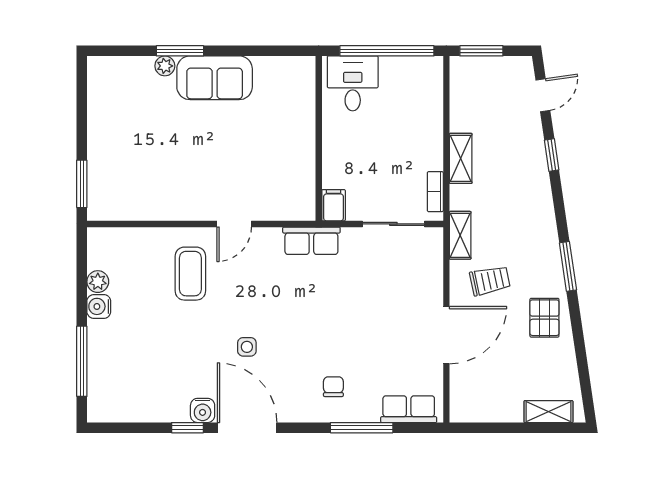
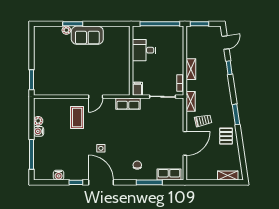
desk: (353, 83) -> (144, 50), moved, turned -90
water cooler: (203, 410) -> (59, 175), moved

